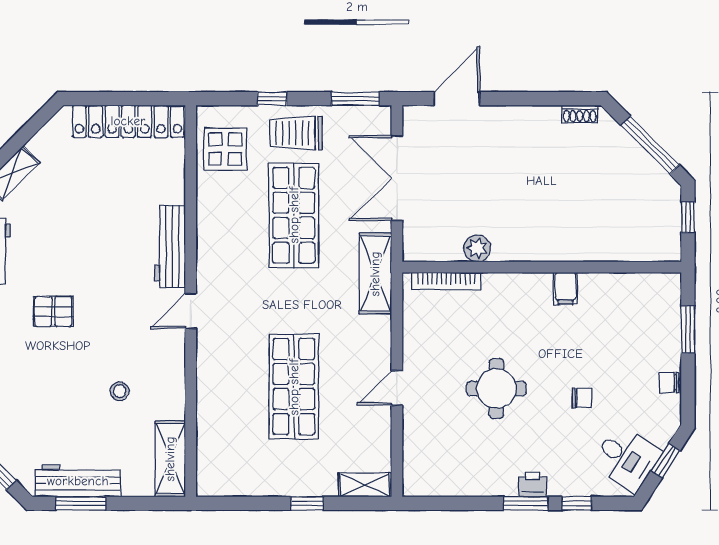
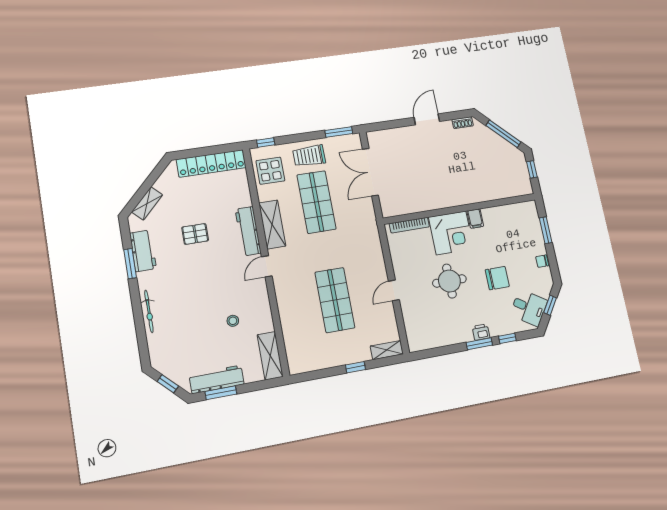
window: (272, 99) -> (266, 142), moved
door: (457, 99) -> (427, 119), moved
plant: (477, 248) -> (423, 204), removed
shelving: (375, 274) -> (272, 224), moved
corner desk: (517, 306) -> (451, 233), added
pallet: (53, 311) -> (195, 234), moved
chair: (582, 398) -> (497, 278), width x1.87, depth x1.87

